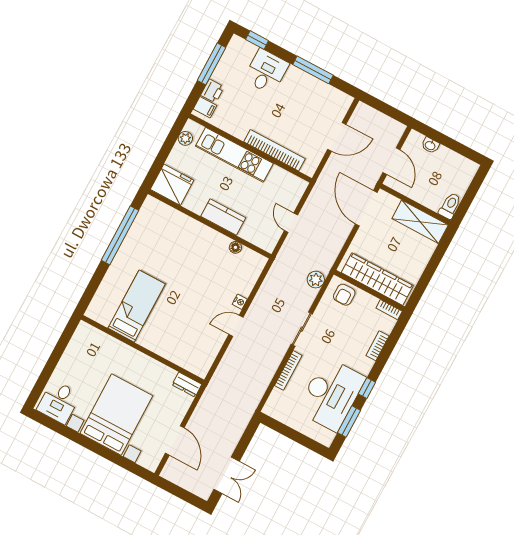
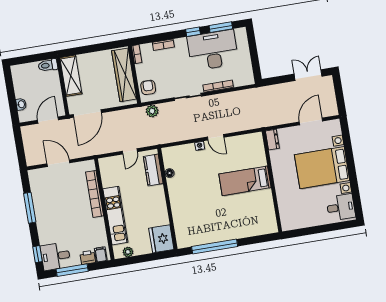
desk: (266, 72) -> (55, 256), moved
kitchen counter: (223, 217) -> (153, 170), moved
armchair: (344, 295) -> (148, 87), turned -90
bed: (137, 306) -> (245, 181), moved

